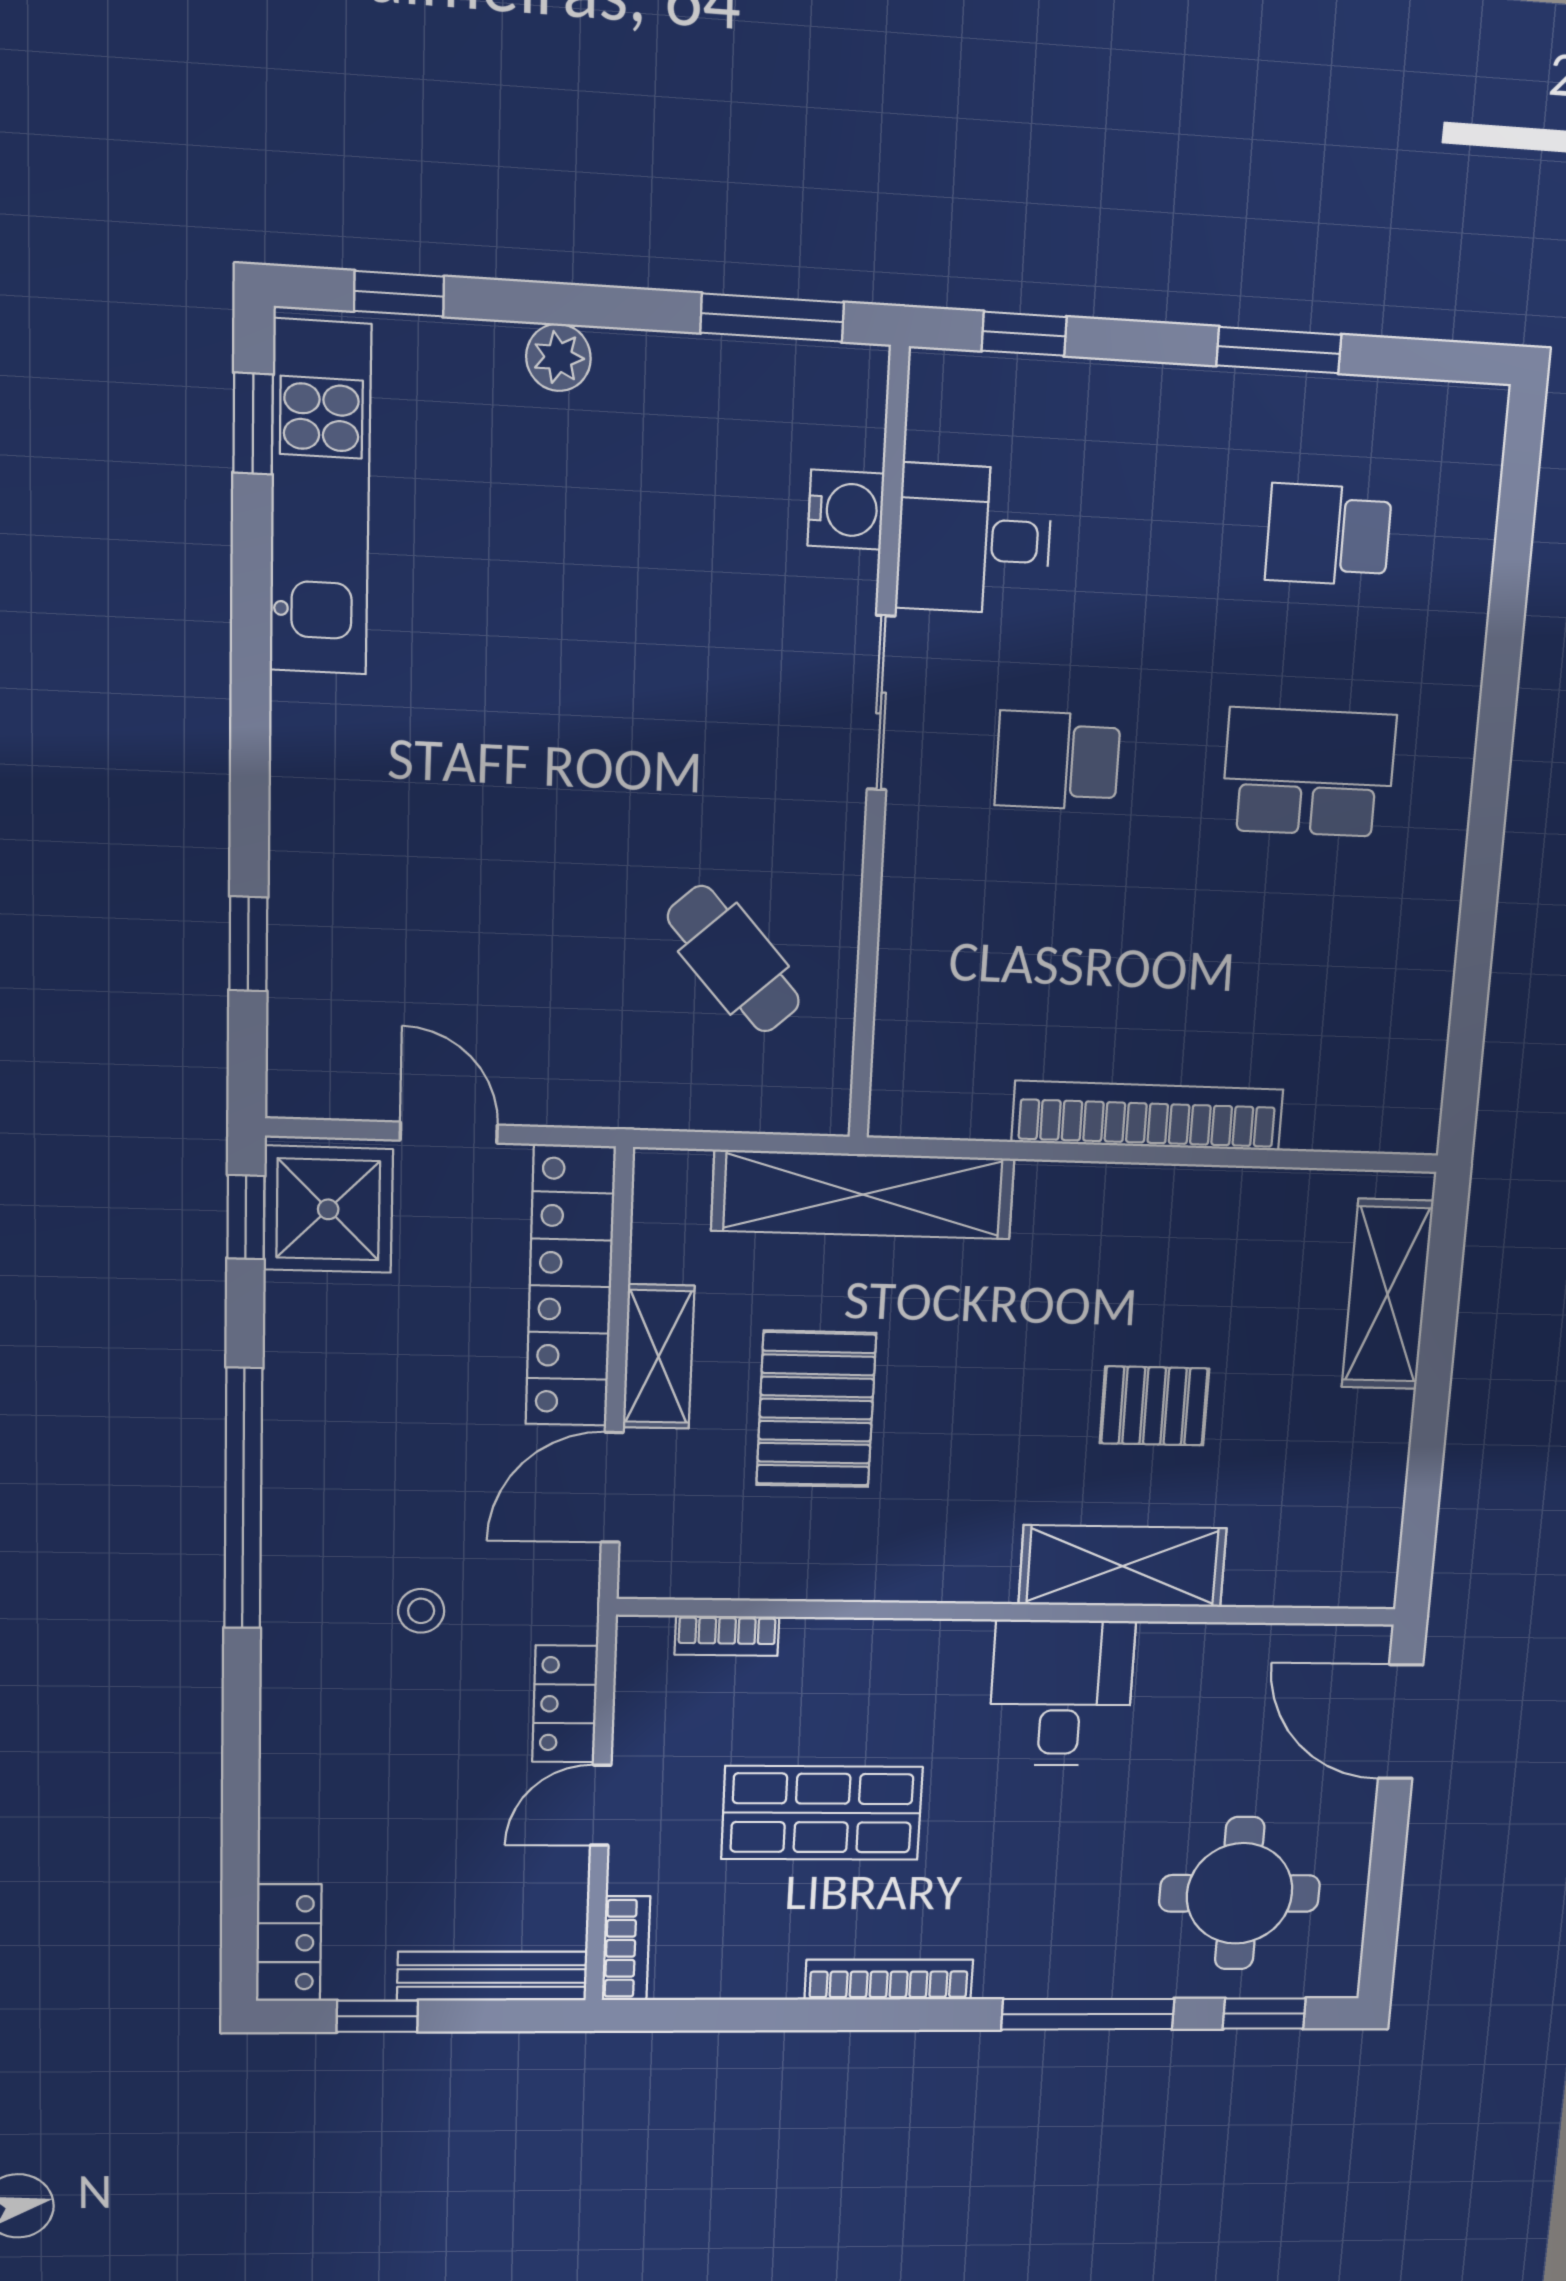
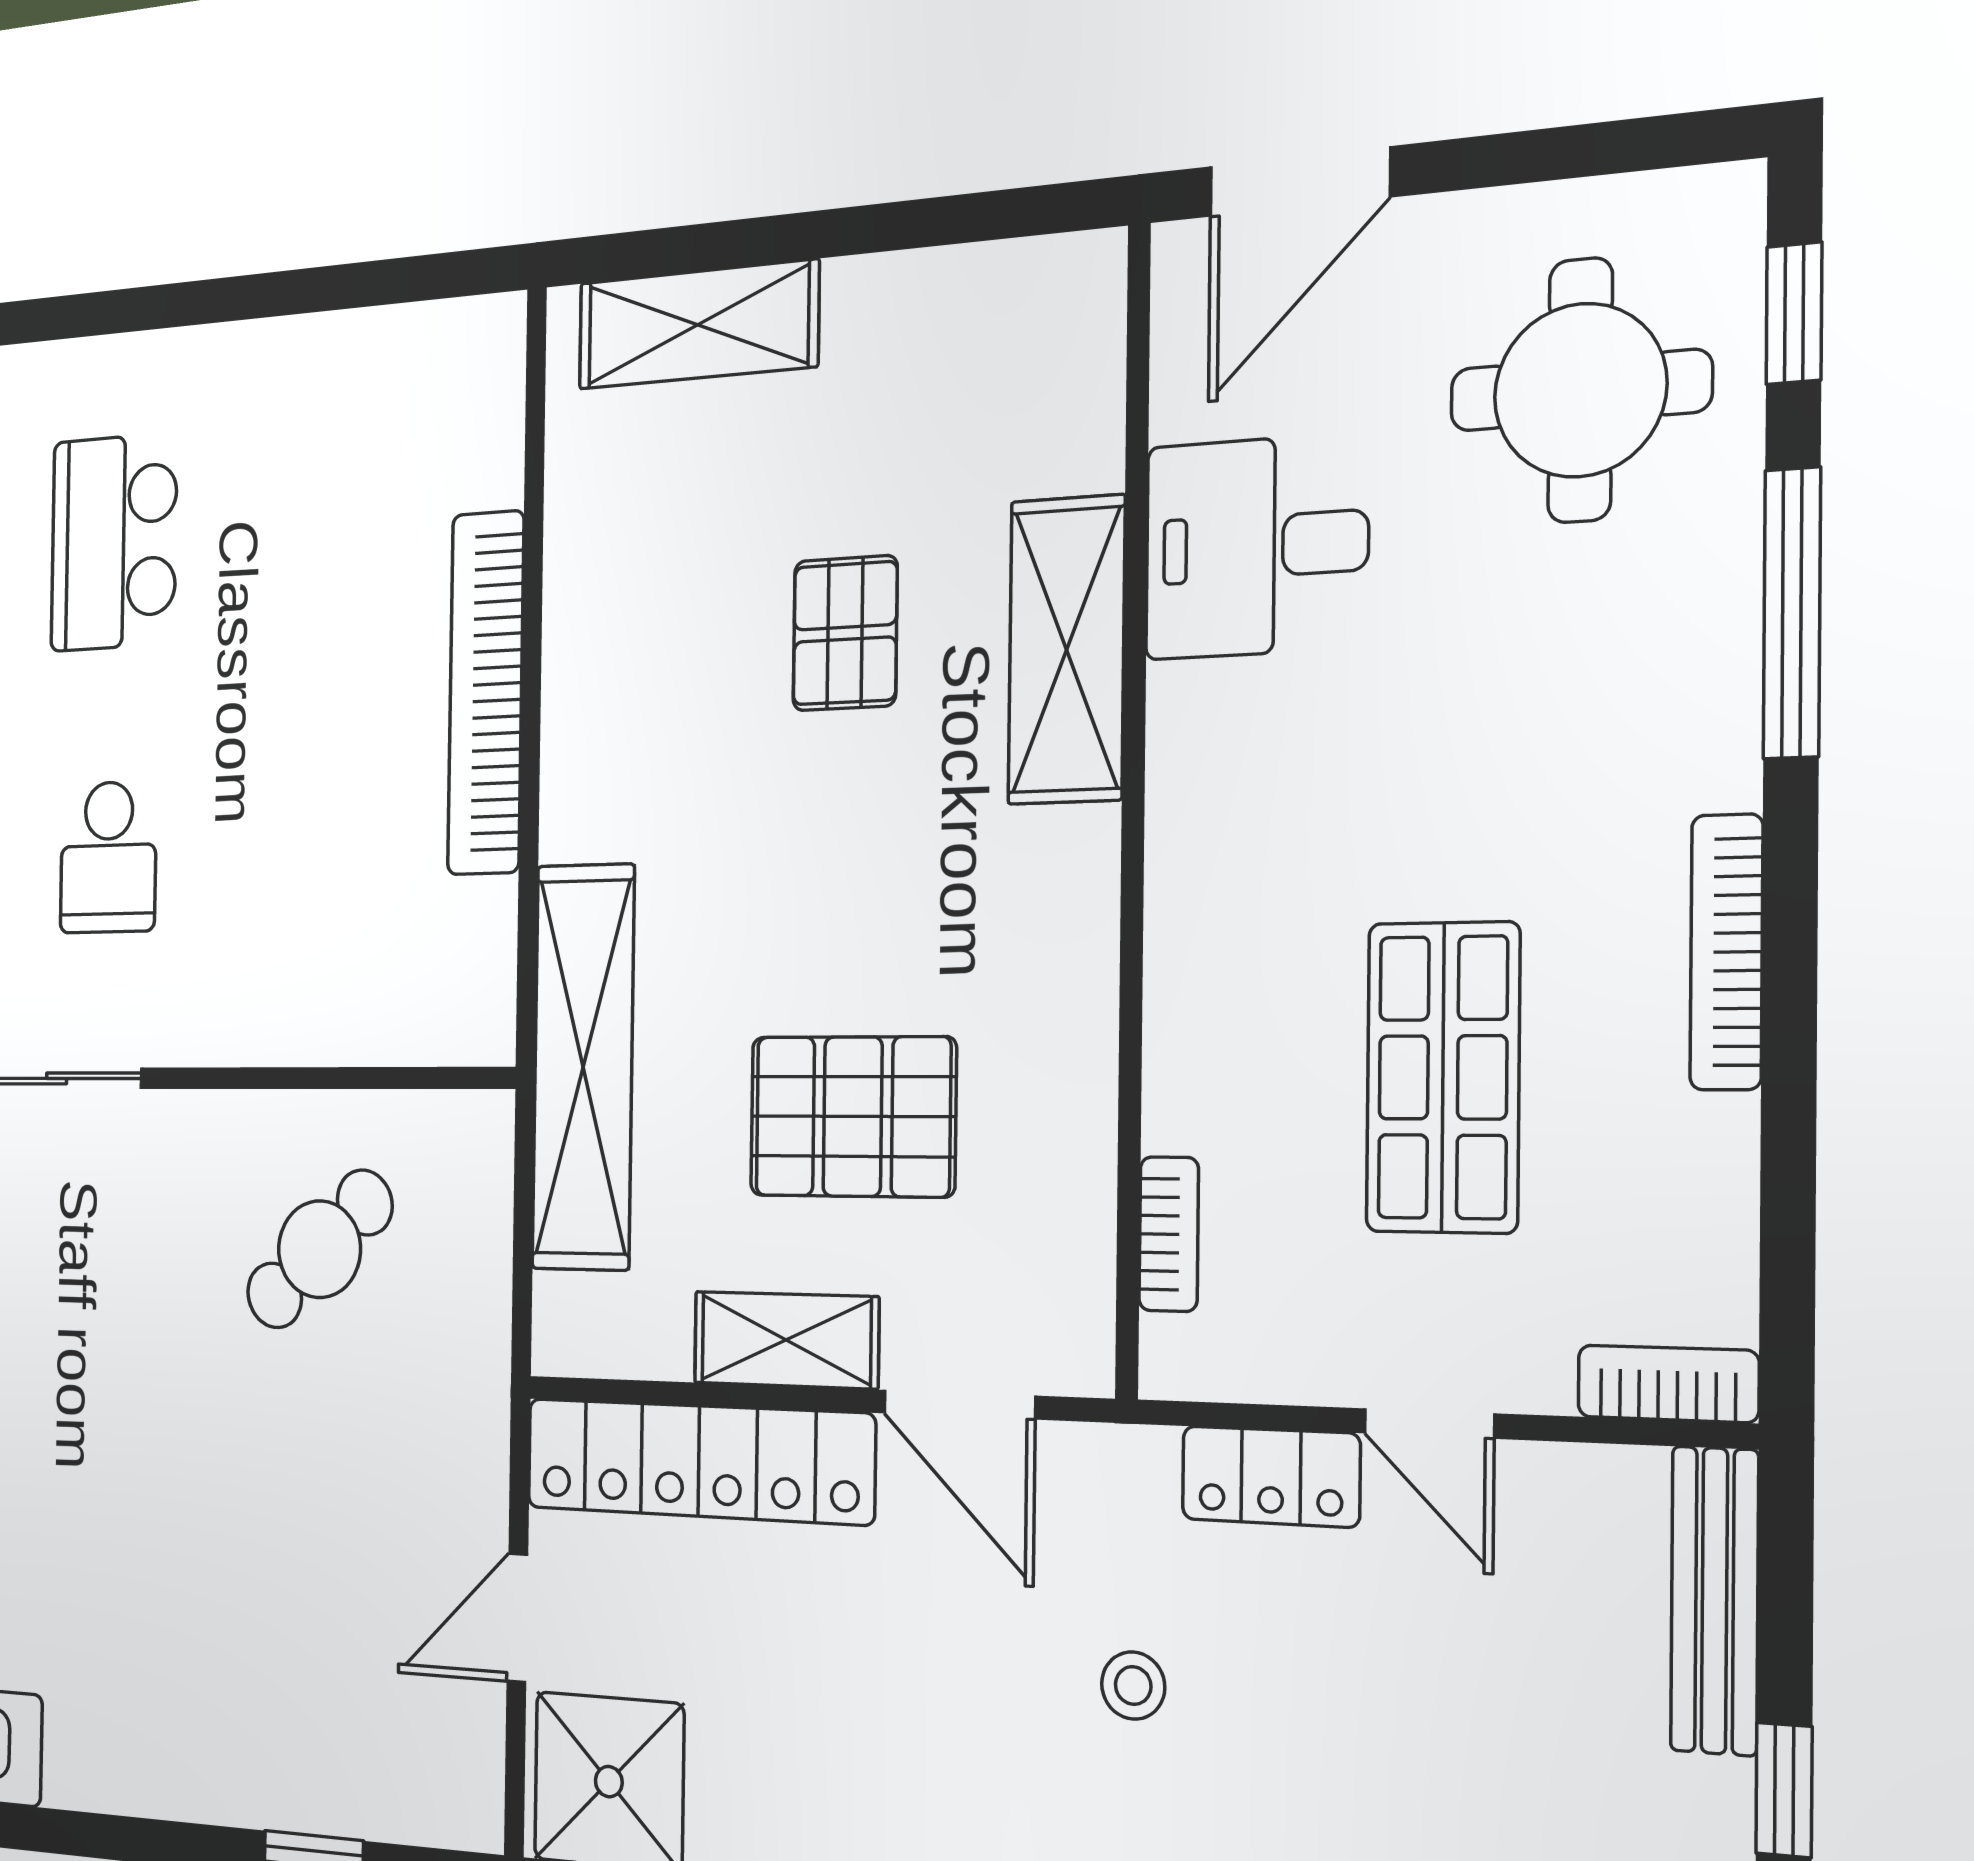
desk: (1061, 1693) -> (1256, 547), moved

